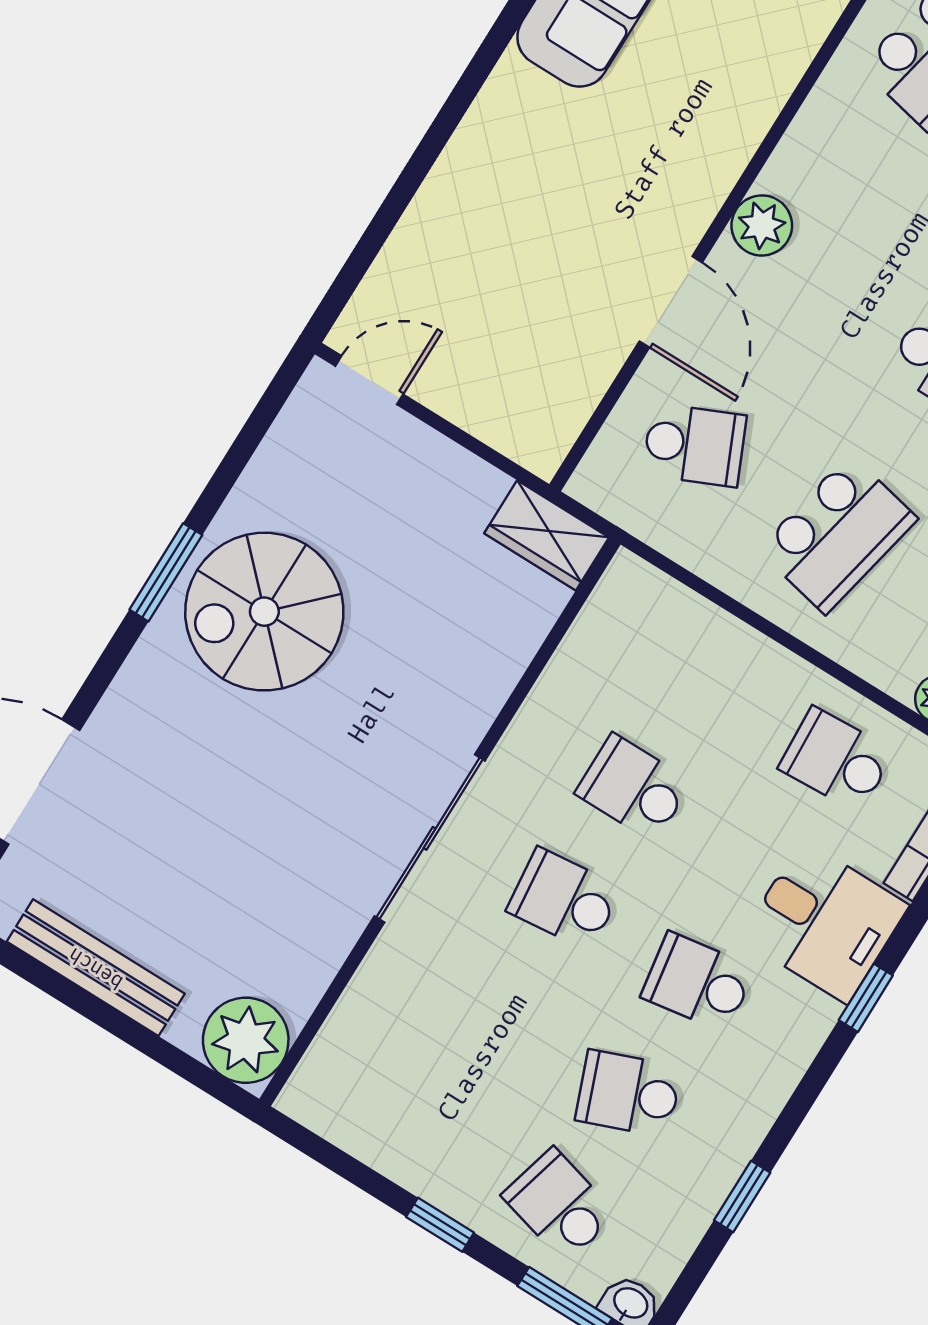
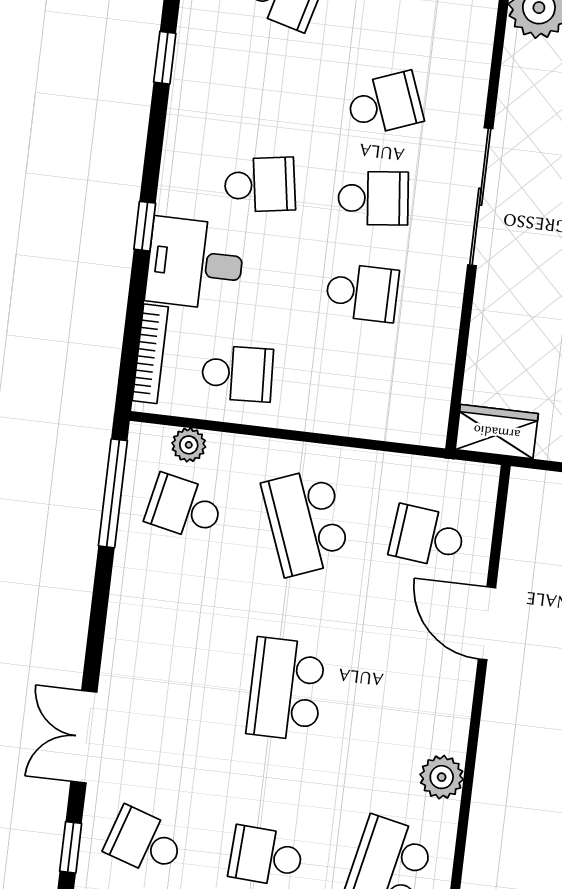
plant: (762, 225) -> (442, 777), moved
school desk: (694, 445) -> (427, 537), turned 30
school desk: (838, 534) -> (306, 522), turned -33
school desk: (629, 1094) -> (384, 104), moved

